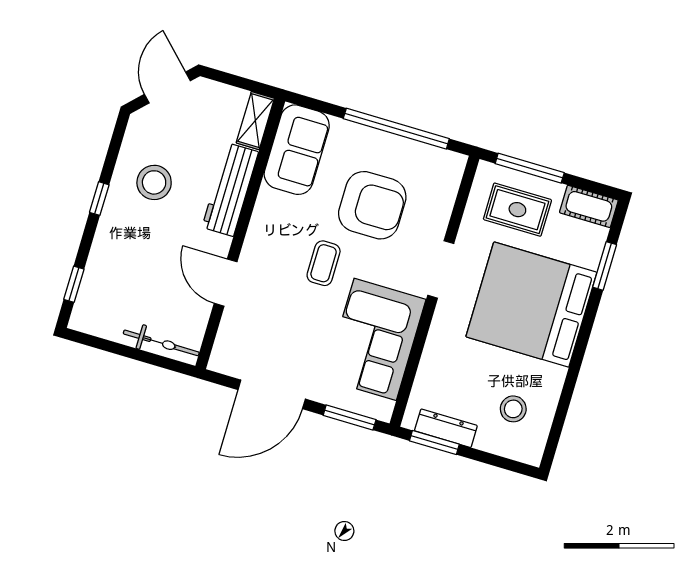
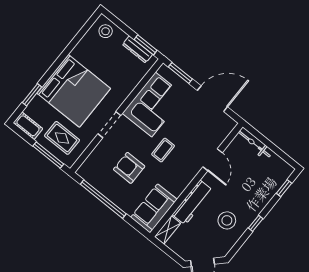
armchair: (372, 205) -> (129, 168), width x0.73, depth x0.73
stool: (513, 409) -> (106, 31), moved

